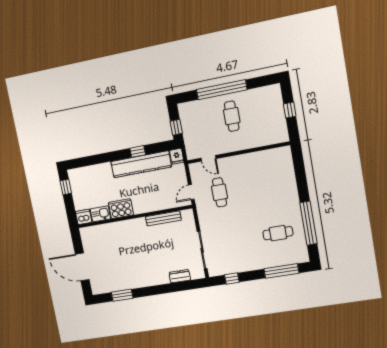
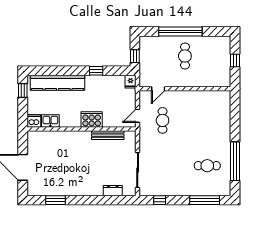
door: (208, 158) -> (158, 89), hinge flipped
kitchen counter: (141, 164) -> (58, 83), moved
cooker: (121, 209) -> (92, 119), moved

